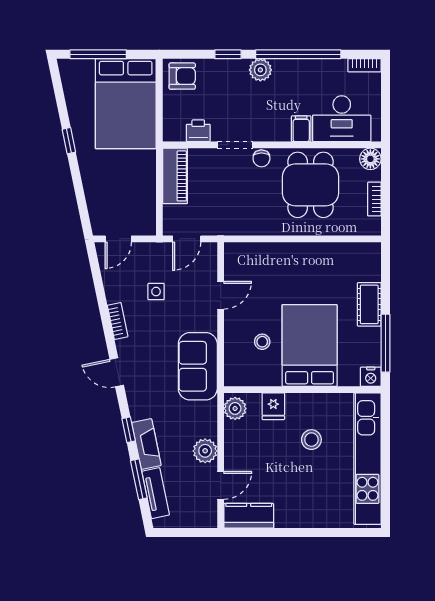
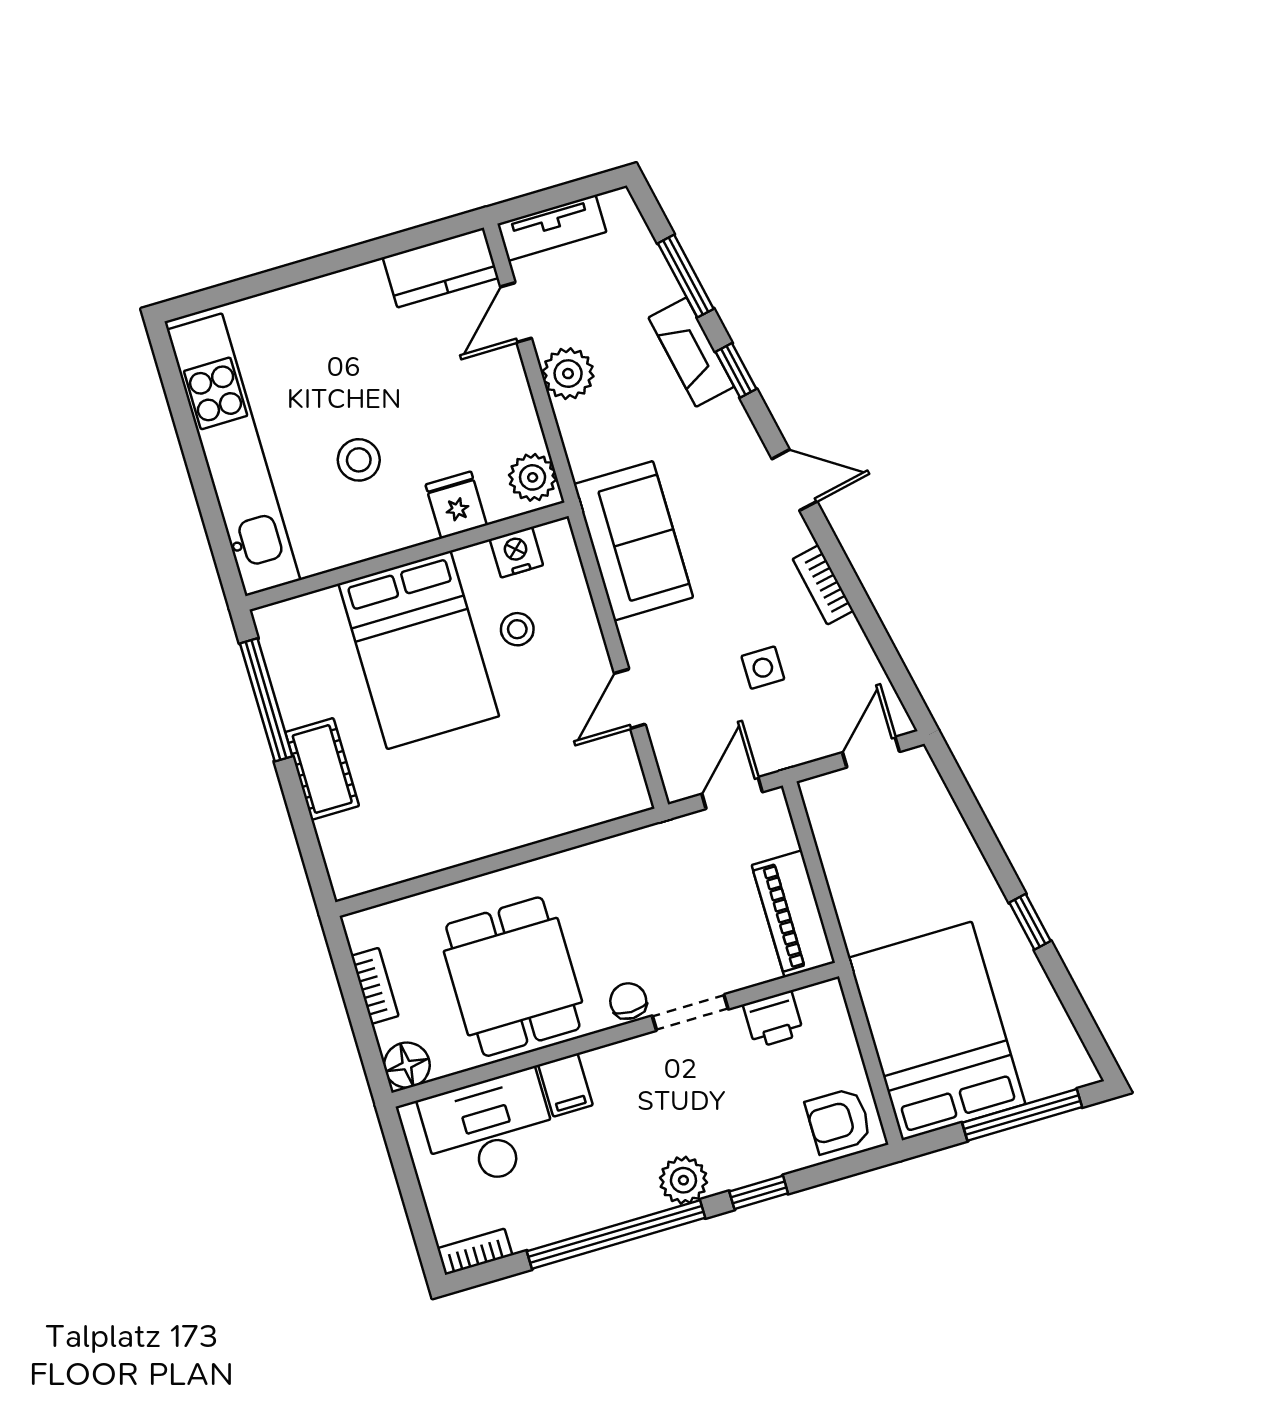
nightstand: (371, 377) -> (516, 552), moved
tv unit: (156, 493) -> (552, 228), moved, turned -78

